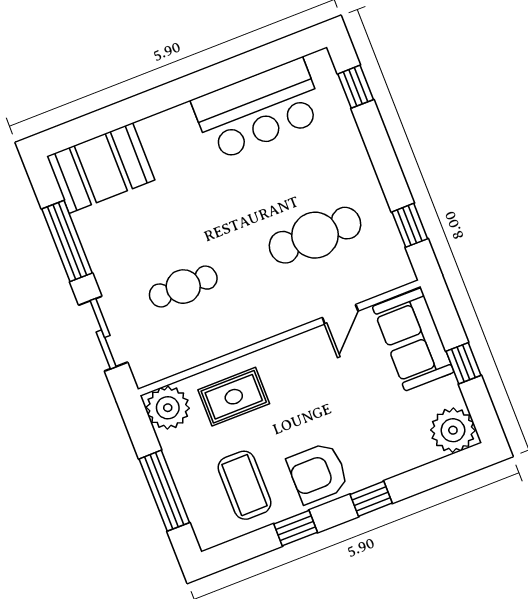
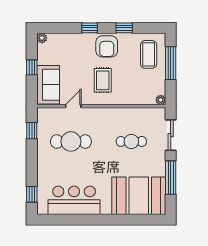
booth: (101, 168) -> (139, 196), width x1.36, depth x1.42
rug: (234, 397) -> (103, 80), moved, turned 90
plant: (168, 408) -> (161, 100), width x0.53, depth x0.53
plant: (453, 430) -> (42, 38), width x0.53, depth x0.53
armchair: (318, 473) -> (107, 46), turned 90
coffee table: (245, 485) -> (149, 54), moved

